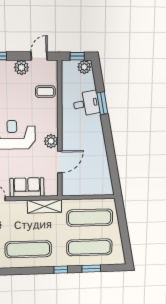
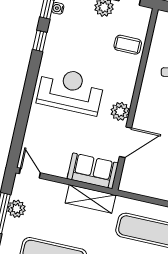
sofa: (27, 187) -> (93, 171), moved

